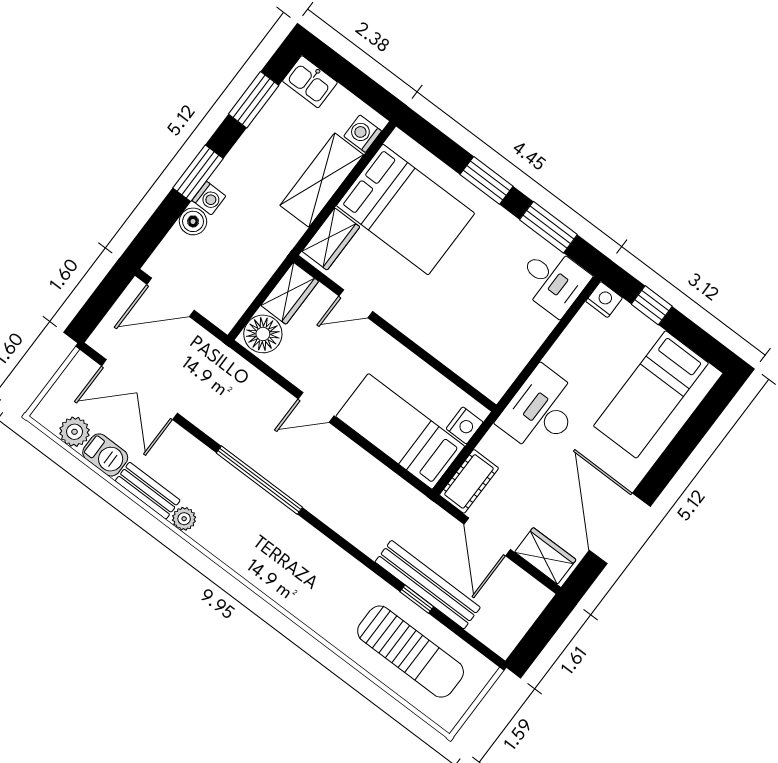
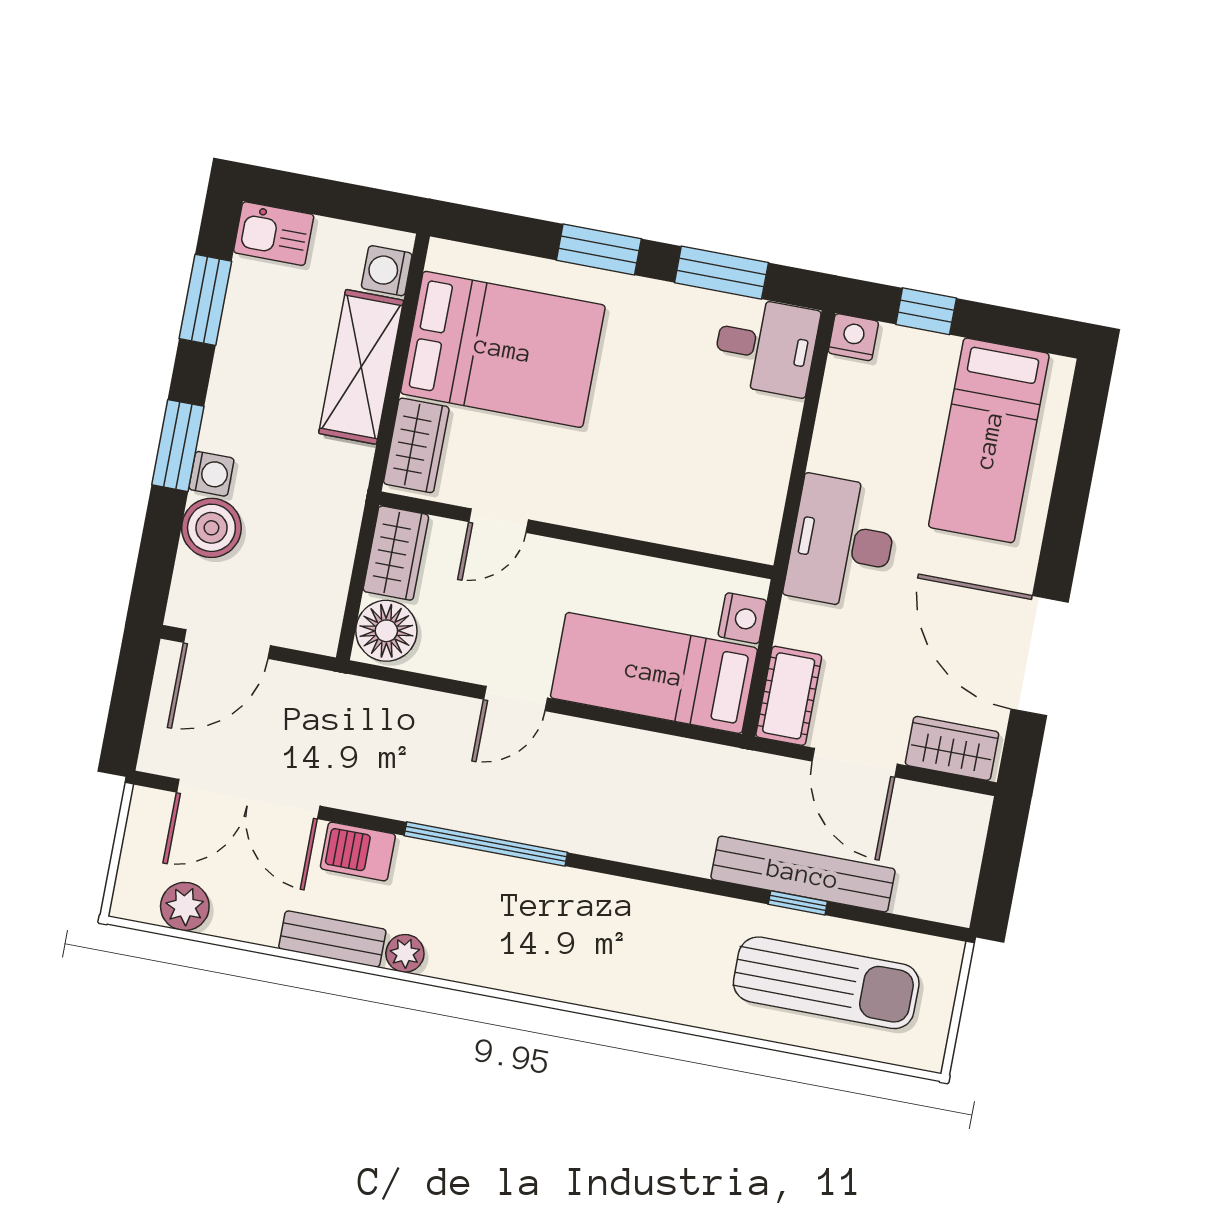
boiler: (193, 221) -> (211, 528), width x1.36, depth x1.36
barbecue: (105, 455) -> (358, 851), moved, turned 180

